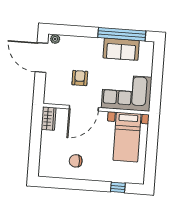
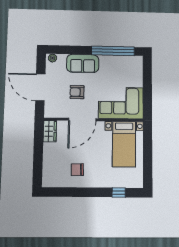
sofa: (121, 49) -> (83, 63), moved
door: (41, 58) -> (40, 87), moved
armchair: (80, 78) -> (77, 92), turned -90

